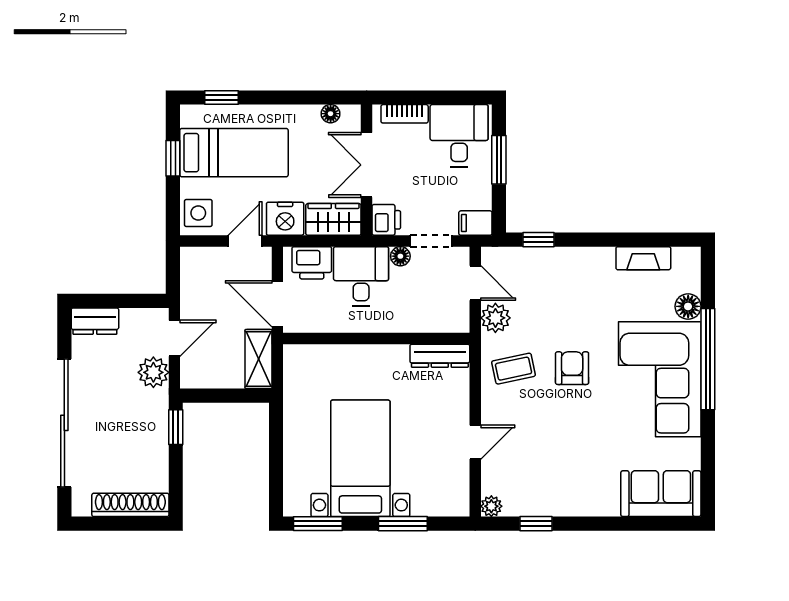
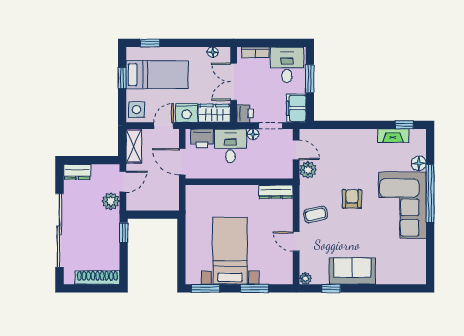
filing cabinet: (475, 223) -> (296, 108), width x2.00
window: (539, 240) -> (404, 125), moved
shelving: (259, 359) -> (134, 146), moved
coffee table: (514, 369) -> (316, 214), moved
door: (475, 442) -> (296, 242), swing flipped
sofa: (661, 494) -> (352, 271), moved

